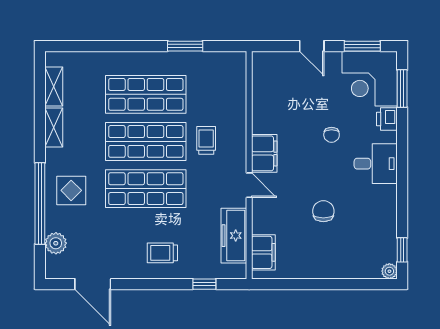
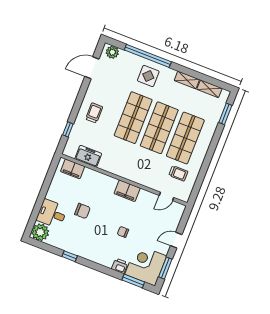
window: (185, 46) -> (225, 114), moved
trolley: (206, 140) -> (178, 173), moved
desk: (376, 164) -> (52, 214), moved, turned 90
door: (249, 185) -> (166, 196), moved
freezer: (234, 236) -> (88, 156), width x0.71
plant: (56, 243) -> (112, 52), moved
window: (402, 250) -> (70, 256), moved
plant: (389, 271) -> (40, 232), width x1.88, depth x1.88

